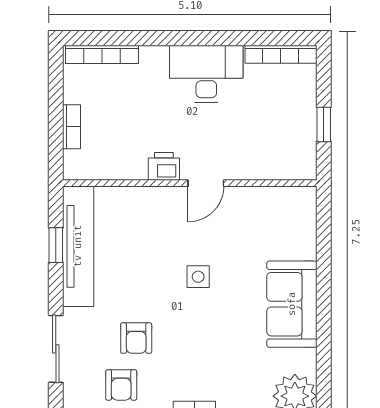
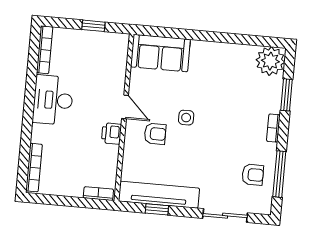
bookcase: (72, 127) -> (98, 194), moved
sofa: (292, 304) -> (160, 53), moved
armchair: (136, 338) -> (155, 134), moved

